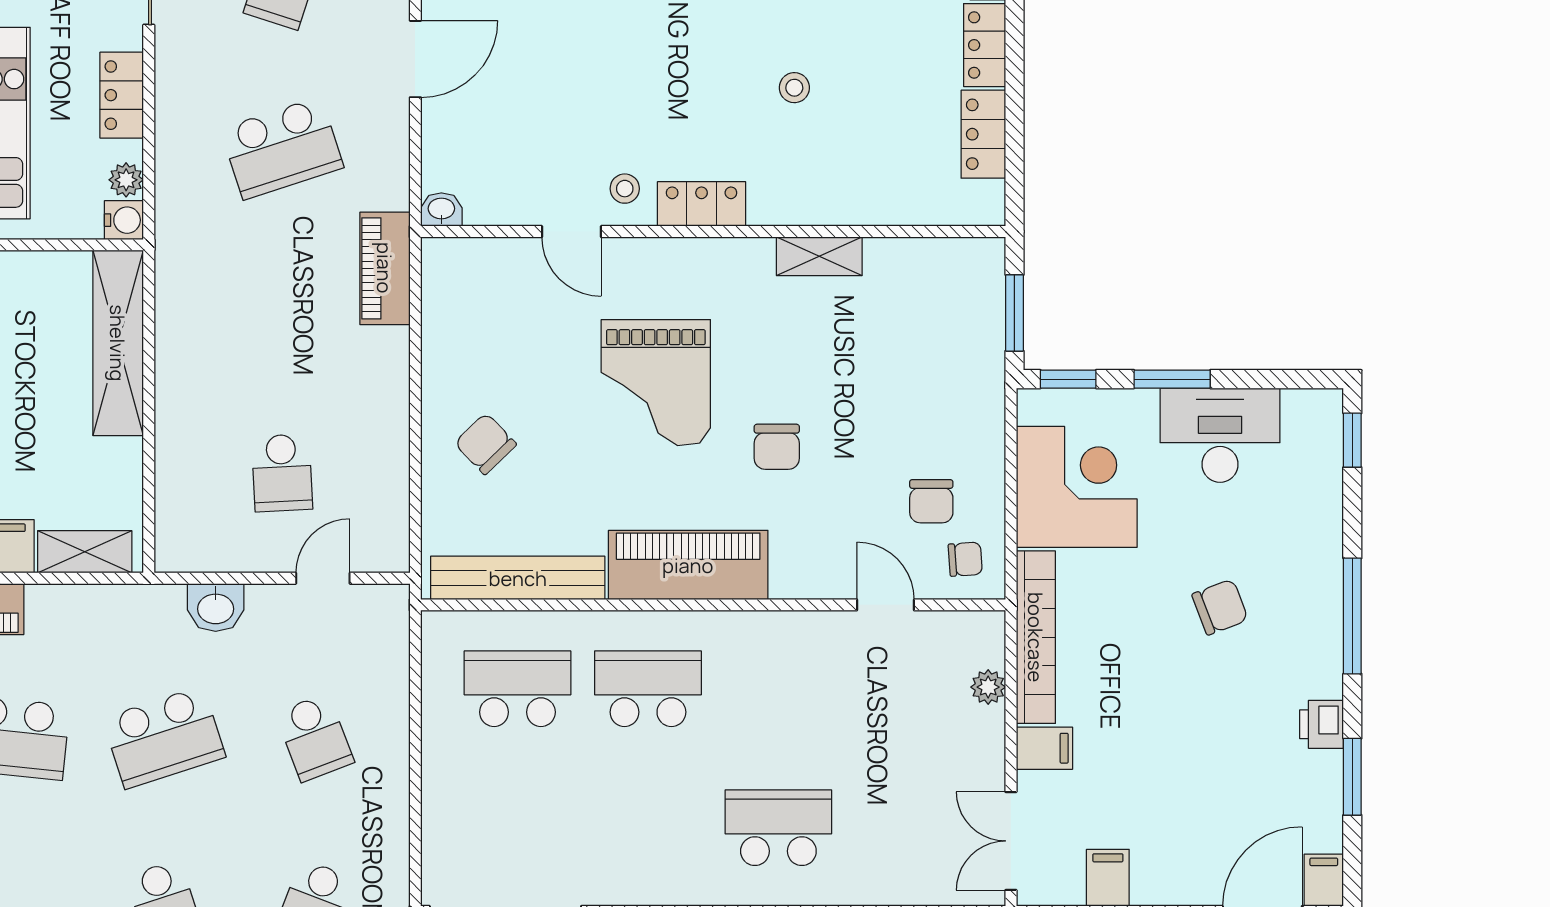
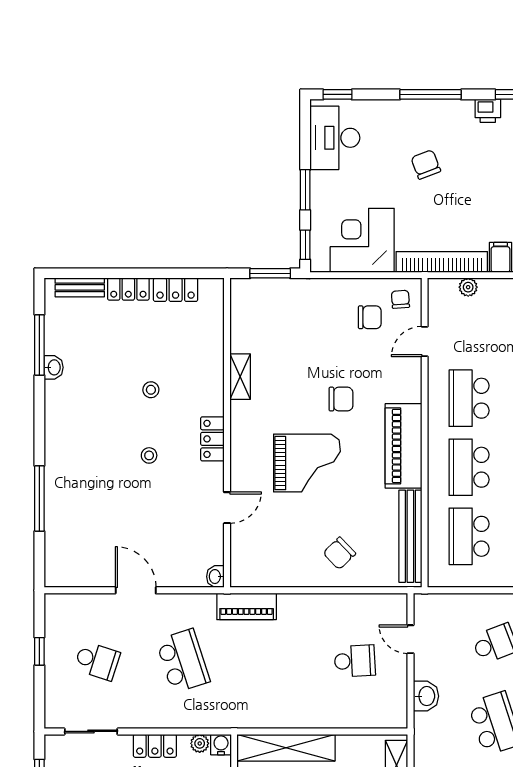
stool: (625, 189) -> (149, 455), moved
desk: (1220, 435) -> (335, 138), moved
school desk: (778, 689) -> (469, 398), added

